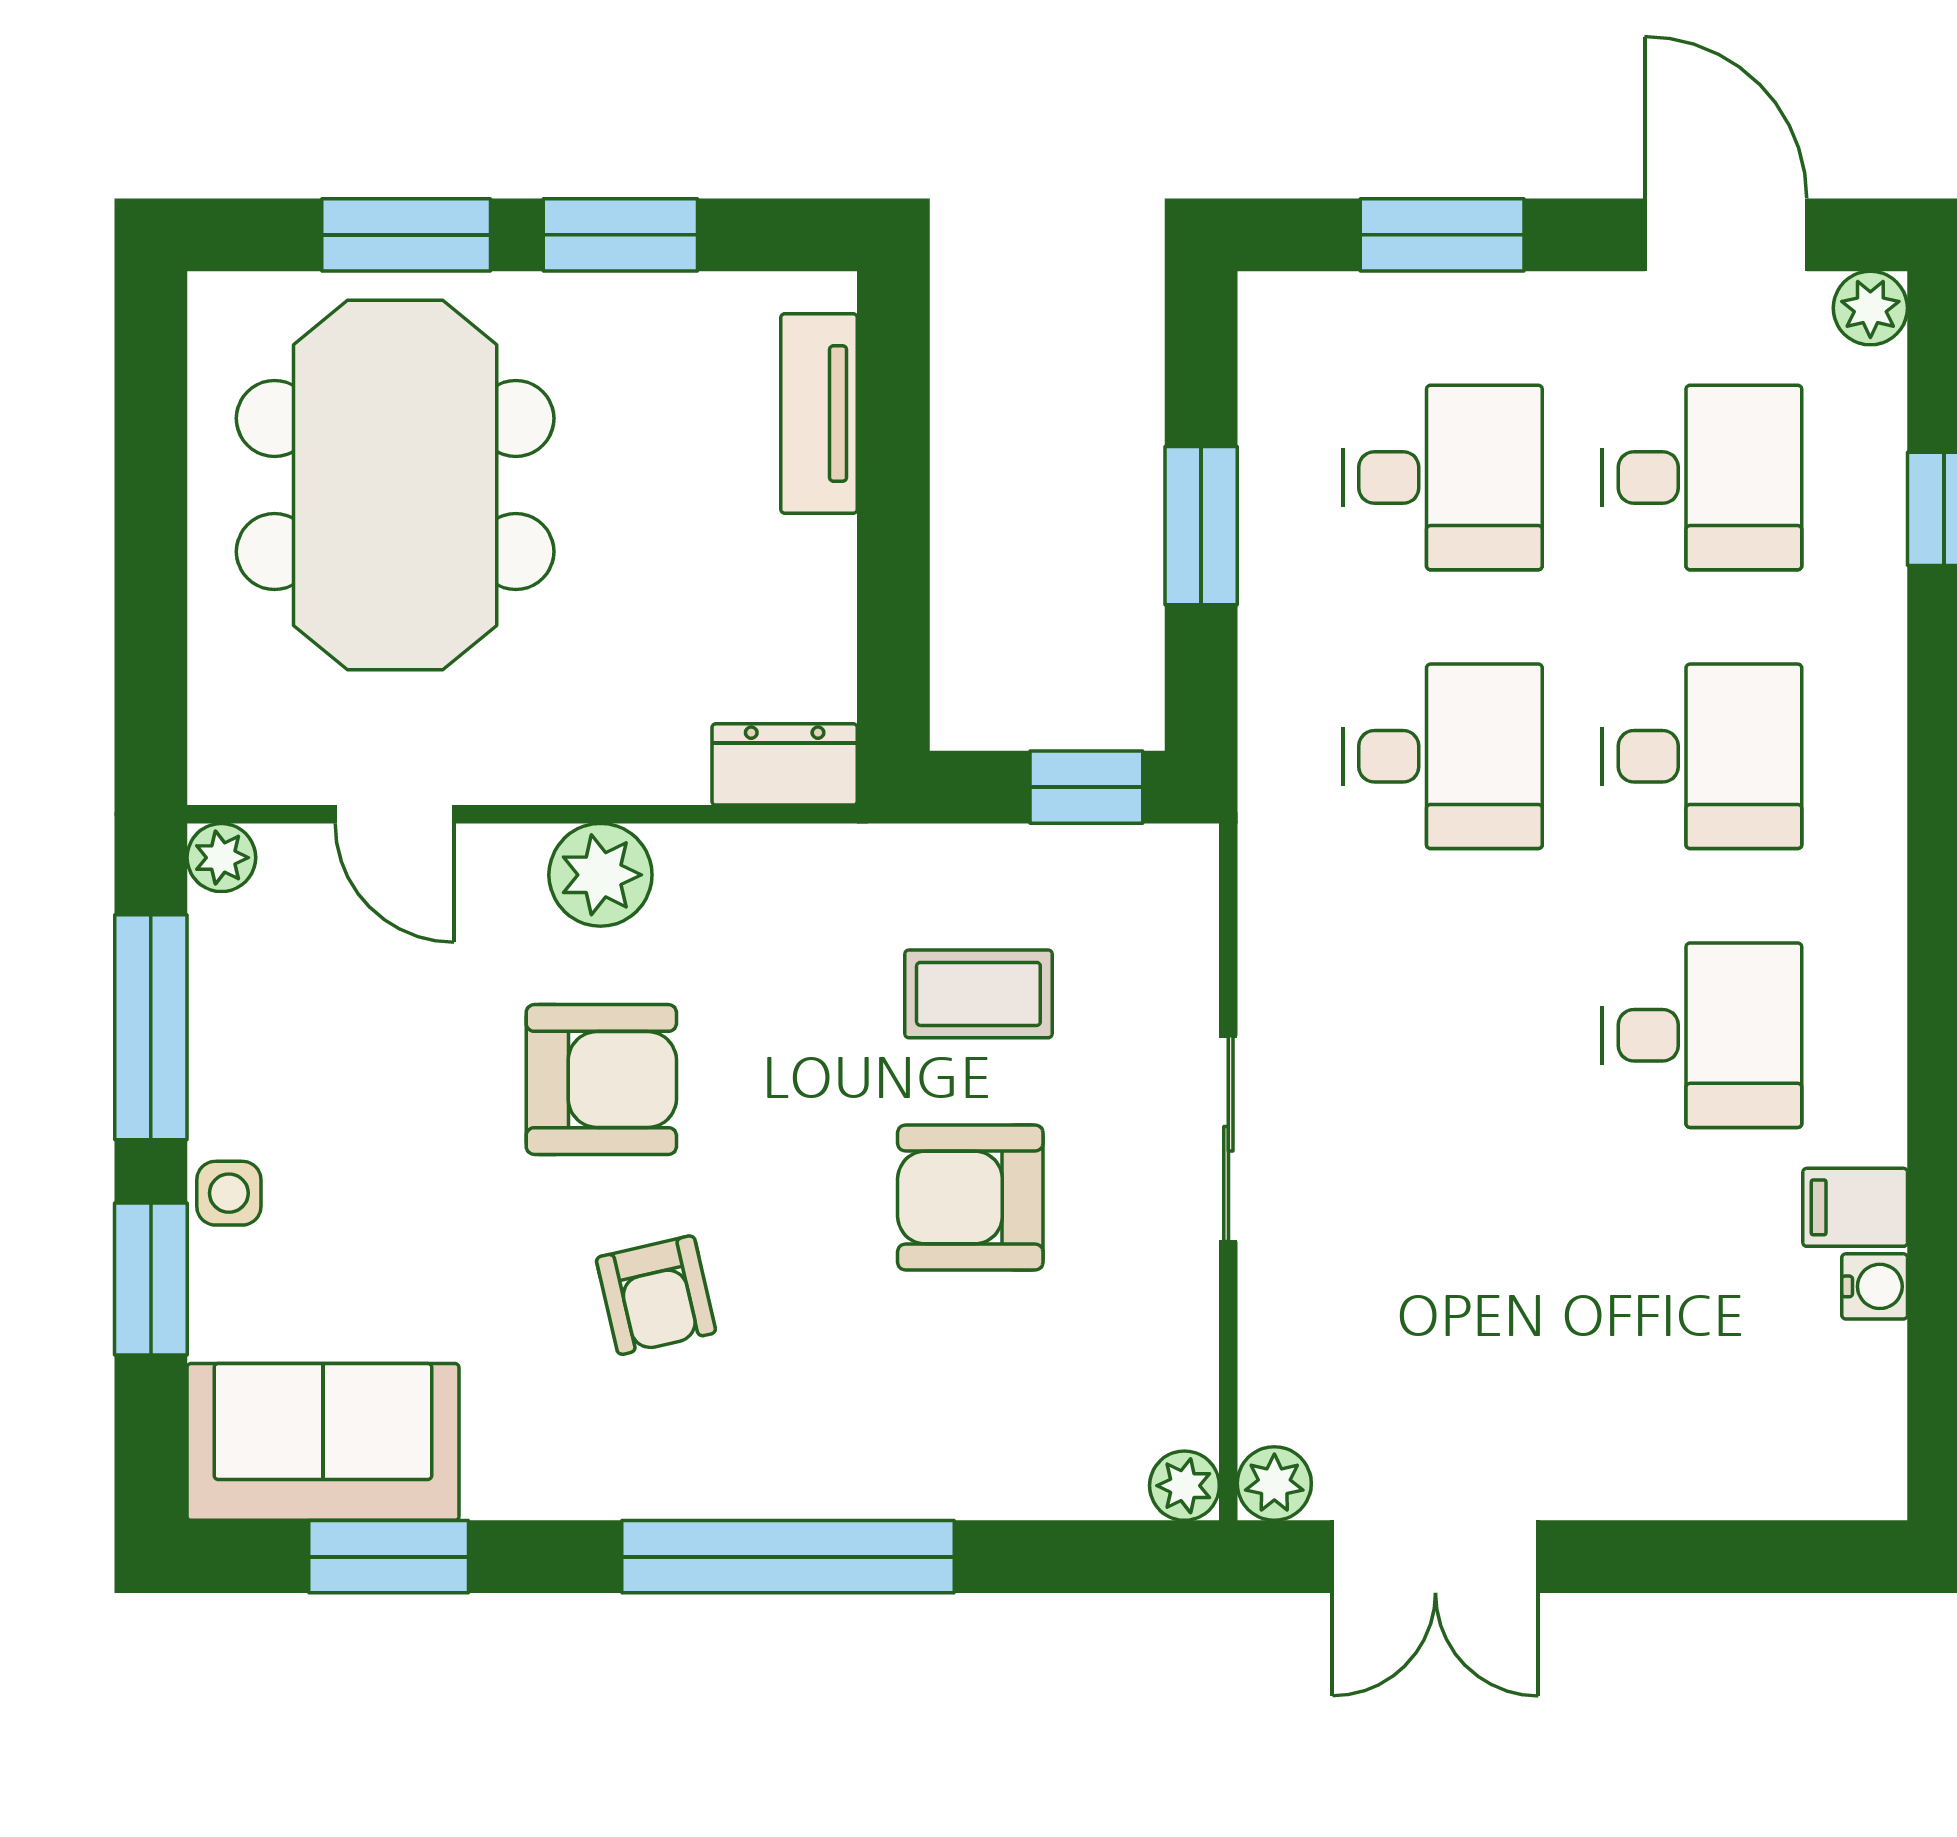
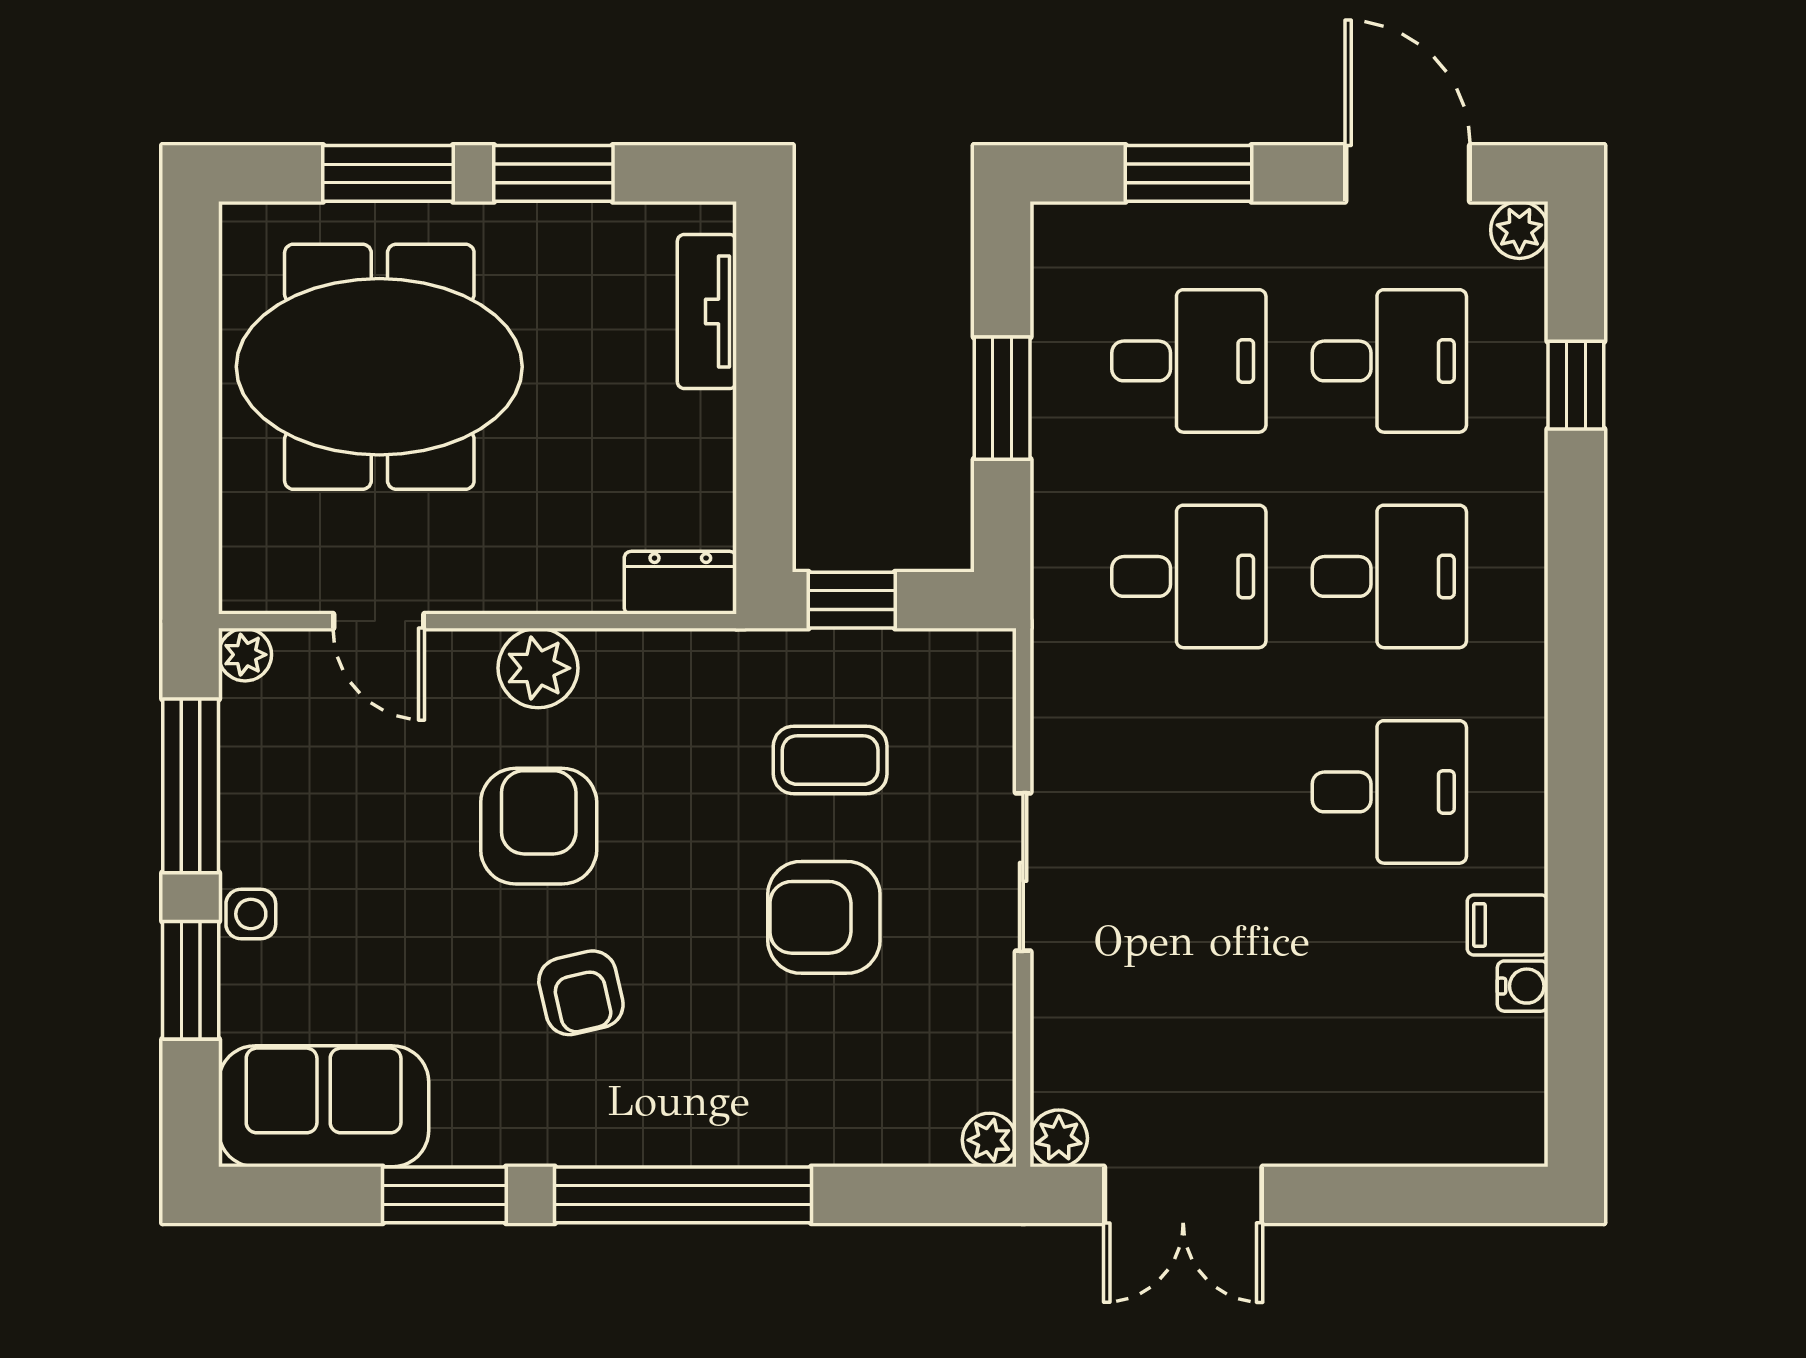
meeting table: (395, 485) -> (379, 367), turned 90
window: (1086, 787) -> (852, 600), moved
armchair: (601, 1080) -> (539, 826), turned -90
window: (389, 1557) -> (444, 1195), moved

